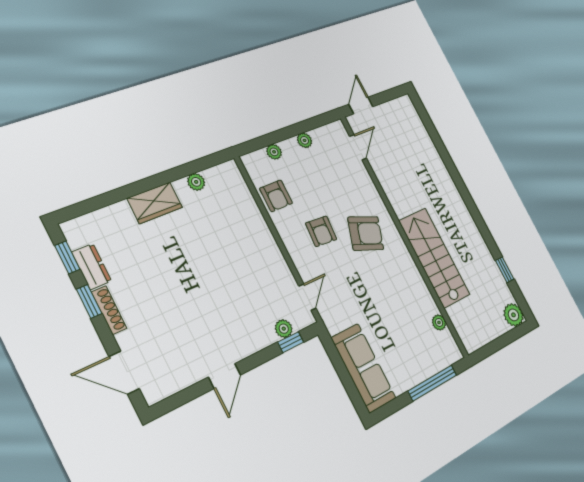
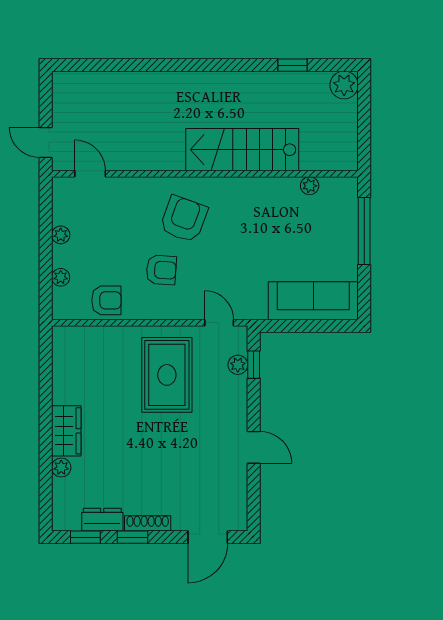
plant: (196, 182) -> (61, 468), moved
rug: (245, 271) -> (167, 375), added

